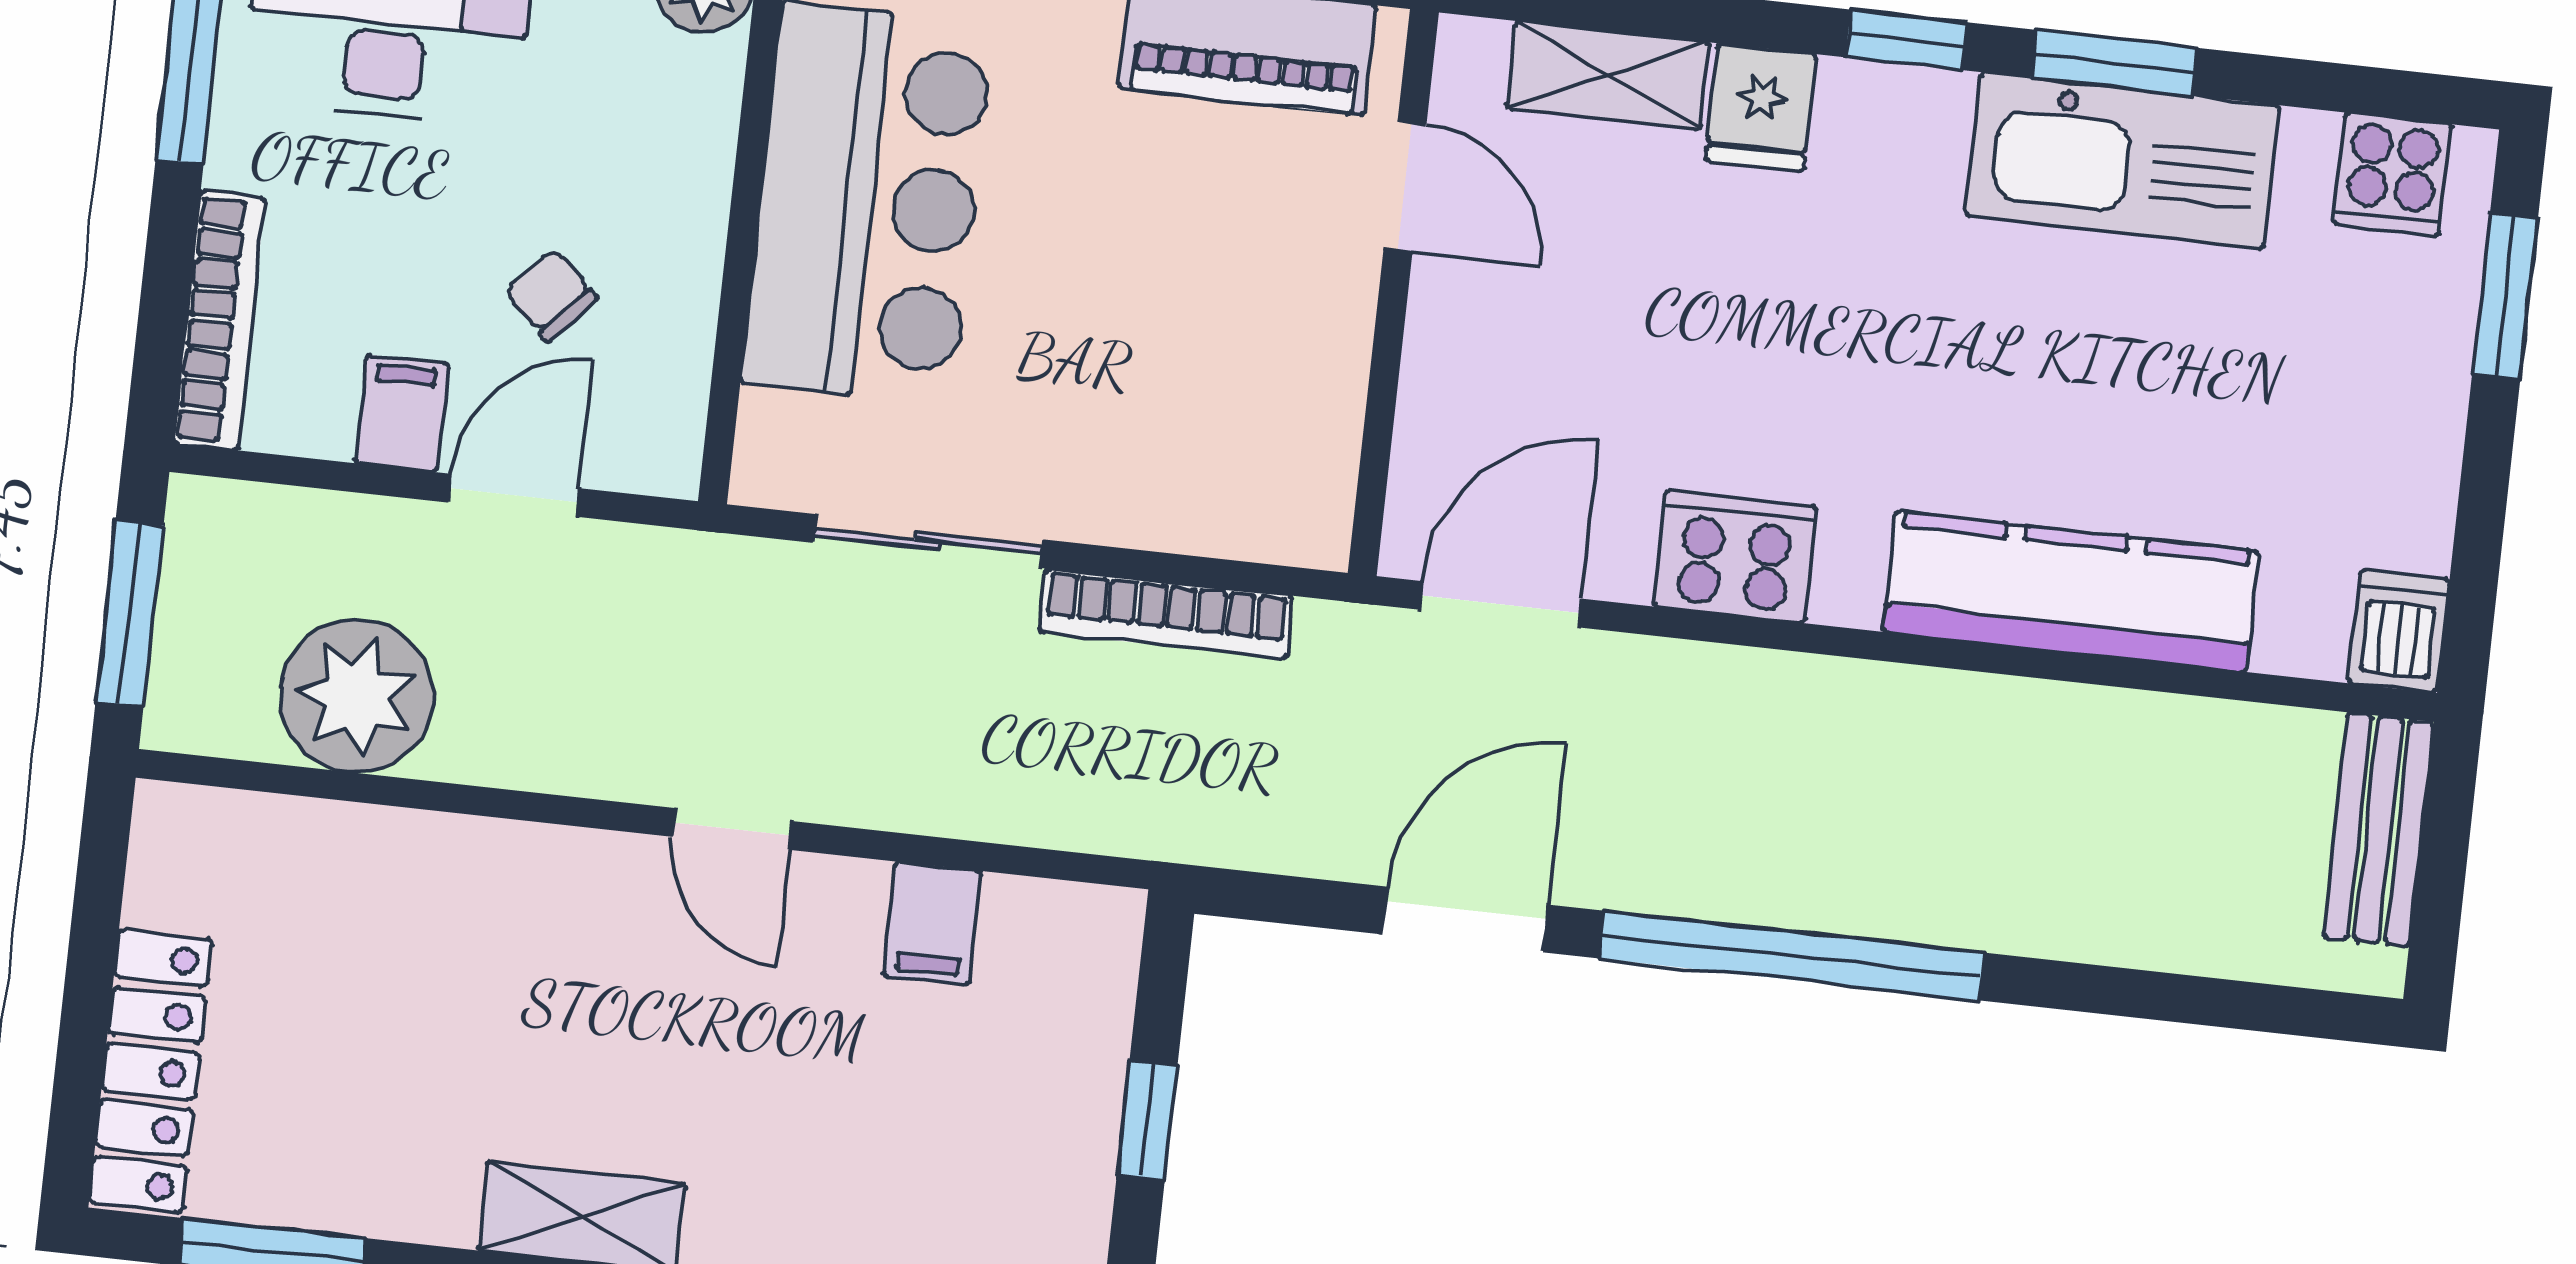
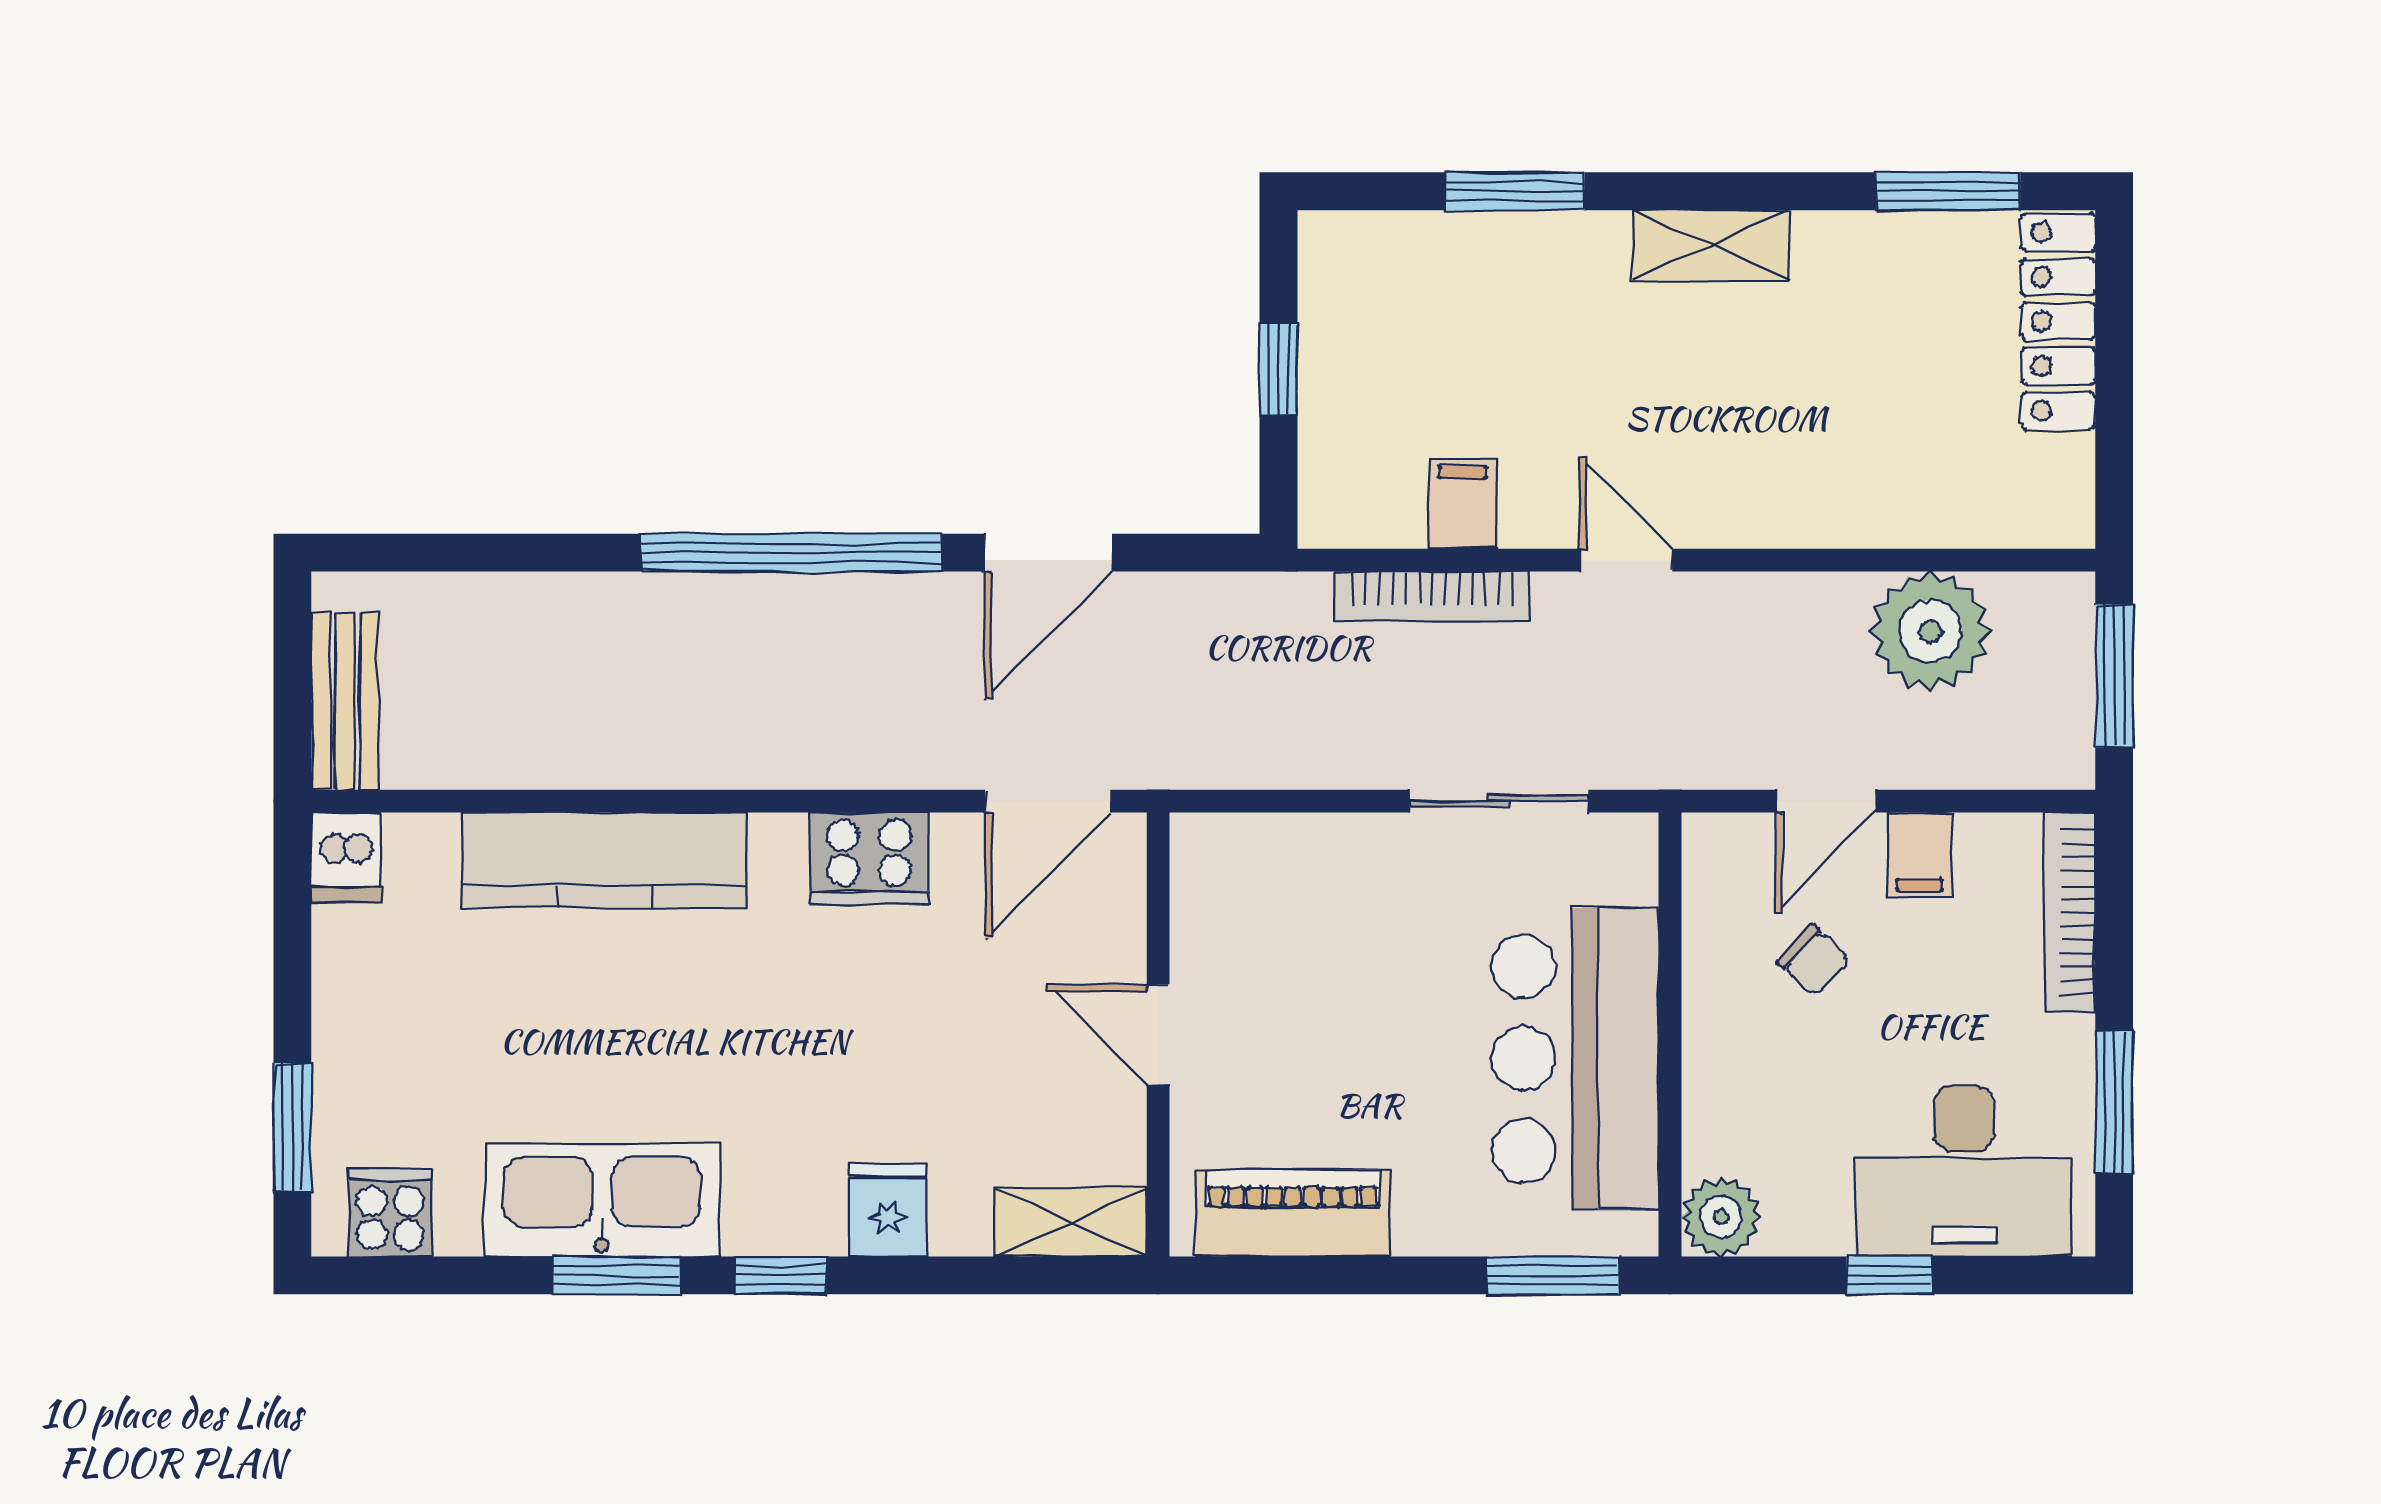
shelving: (1608, 75) -> (1070, 1222), moved
door: (1405, 187) -> (1158, 1035), moved
bookcase: (1166, 614) -> (1432, 596), moved, turned 180

